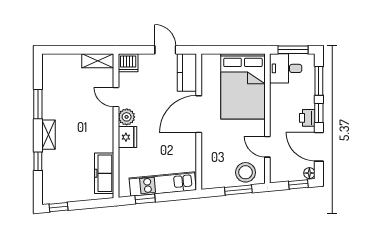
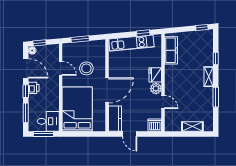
shelving: (98, 61) -> (192, 126), moved
stool: (246, 172) -> (86, 68), moved

